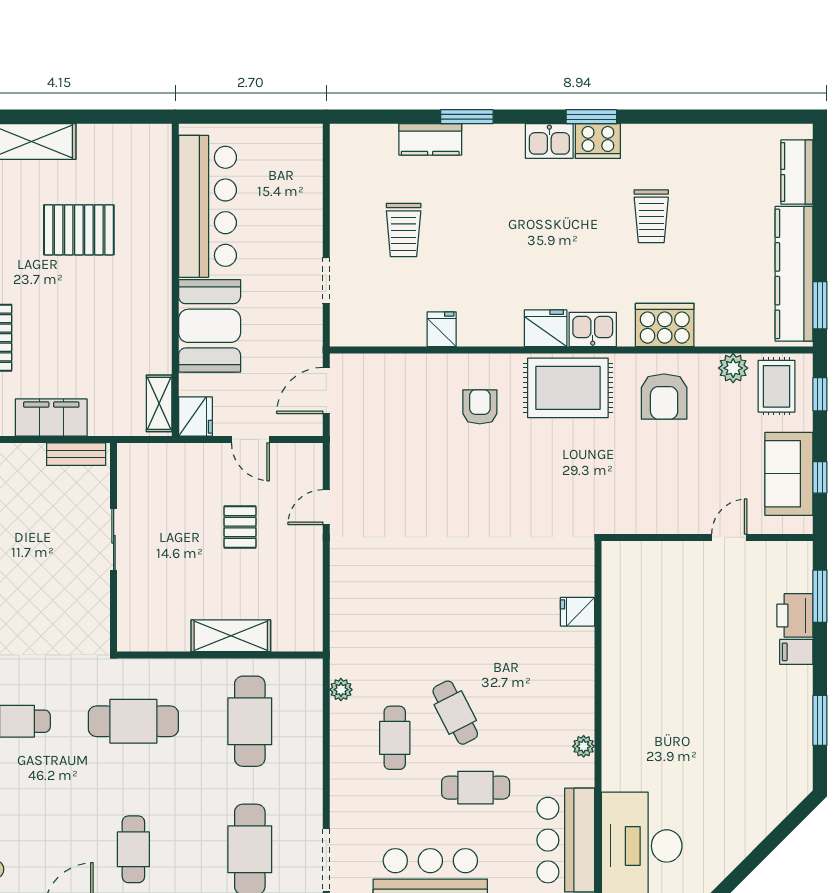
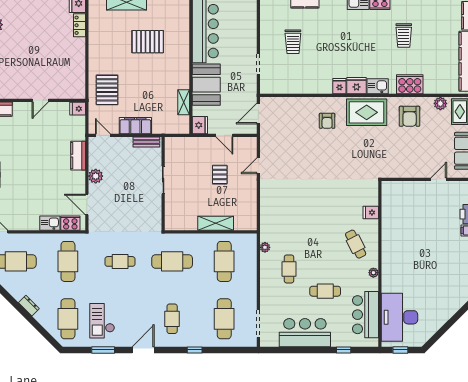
fridge: (442, 329) -> (339, 86), moved
shelving: (159, 403) -> (184, 102), moved
armchair: (480, 407) -> (327, 121), turned 180
cafe table: (455, 713) -> (356, 244), moved

